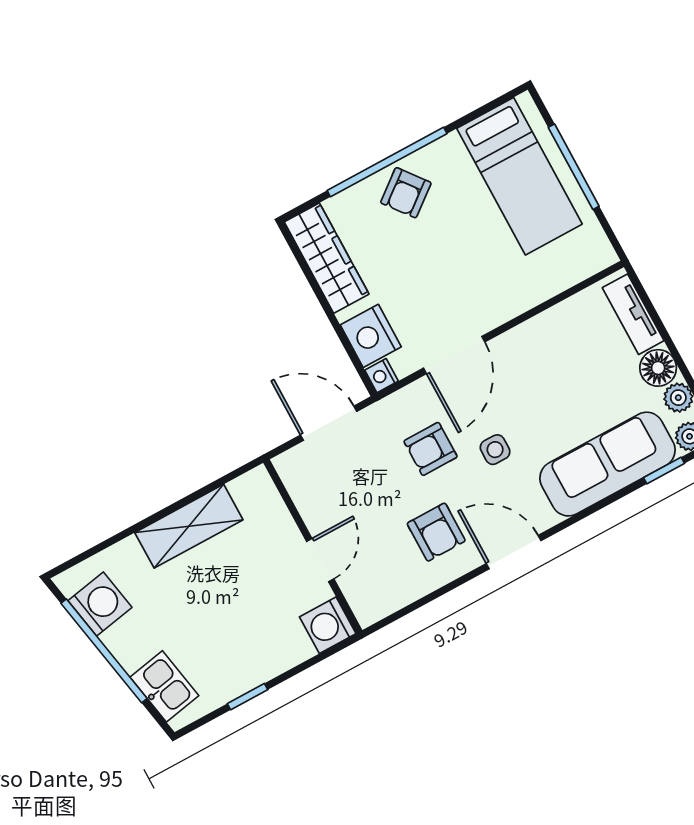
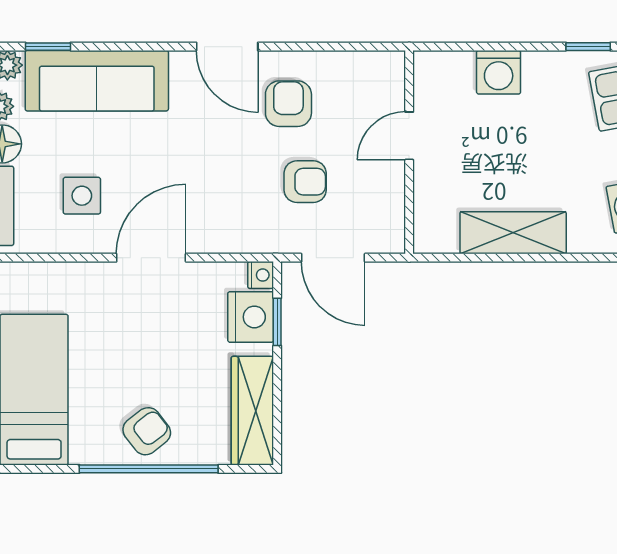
window: (346, 344) -> (277, 322), added
door: (454, 355) -> (151, 258), moved
armchair: (431, 449) -> (305, 182), moved
side table: (495, 450) -> (82, 196), moved, width x1.37, depth x1.37
washing machine: (328, 625) -> (499, 72), moved, turned 90
window: (248, 697) -> (588, 47), moved

